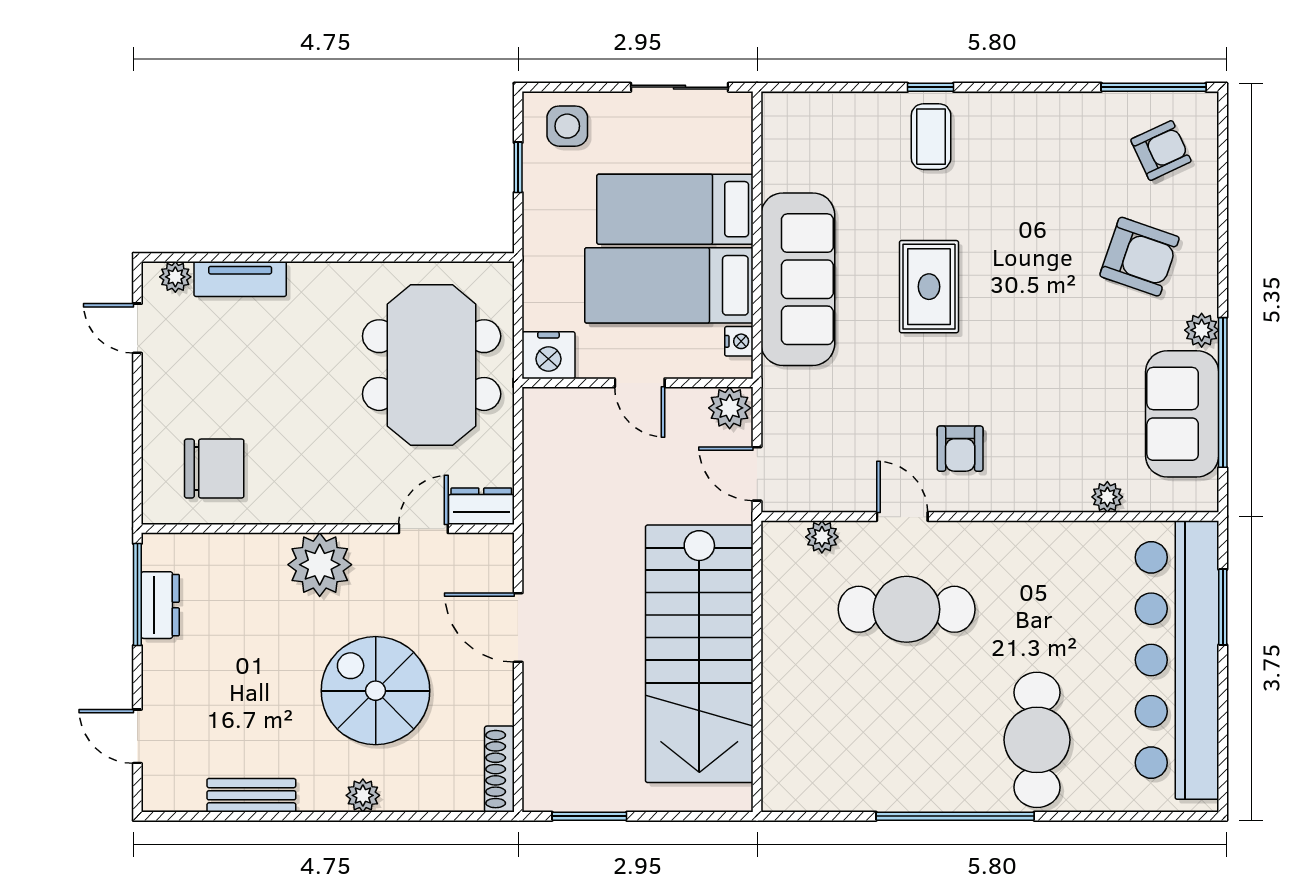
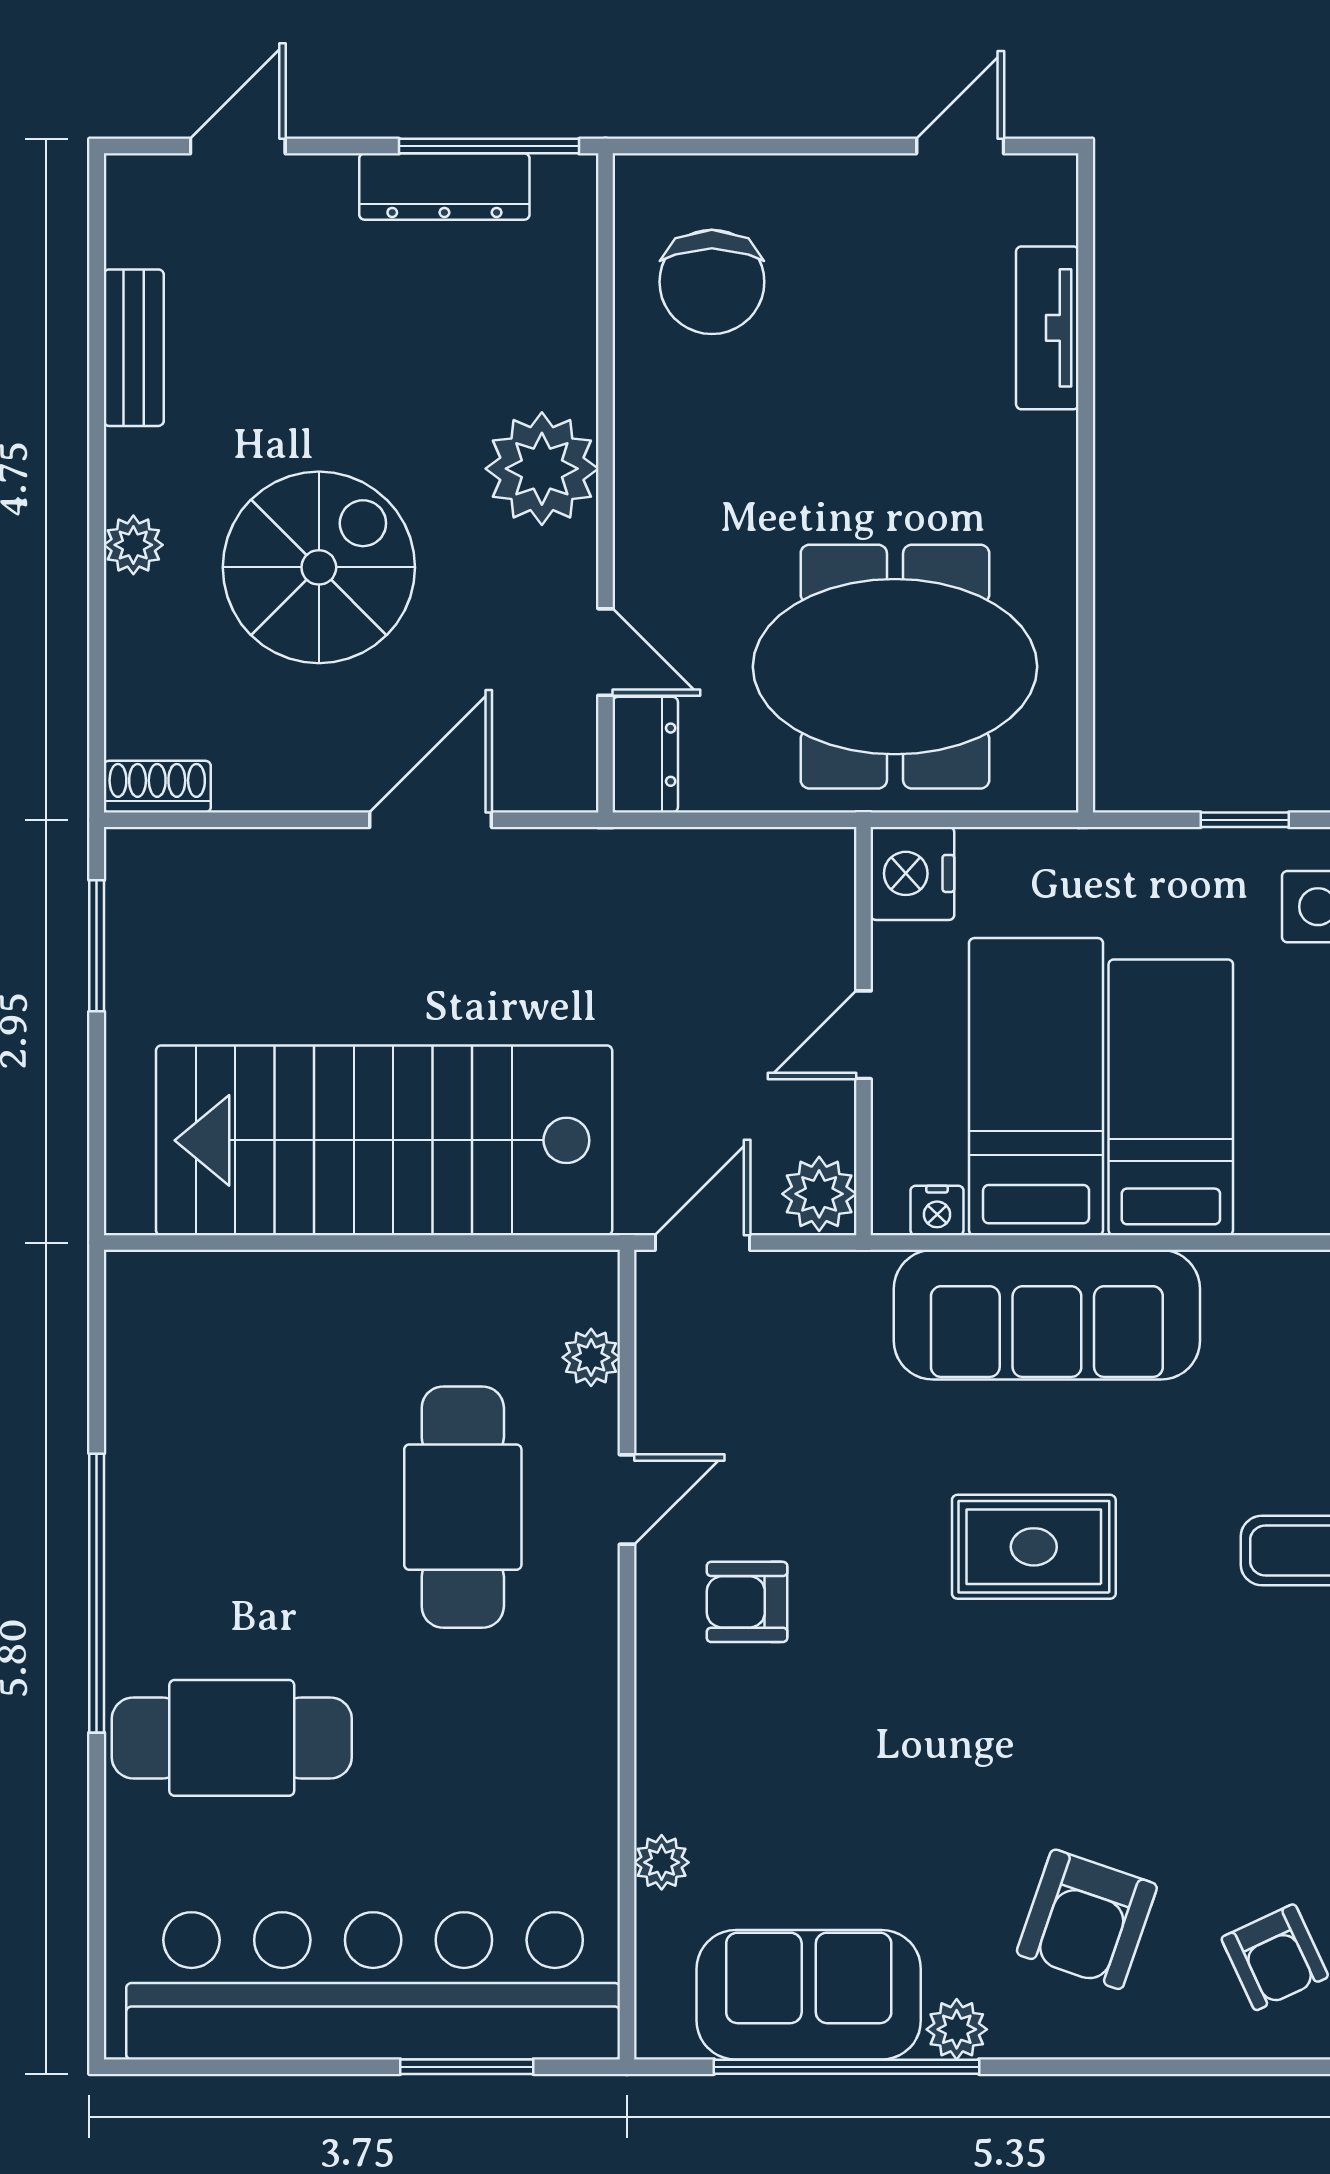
plant: (175, 277) -> (1051, 213), removed
dresser: (160, 605) -> (444, 187), width x1.44
shoe rack: (499, 769) -> (157, 787), width x0.70

